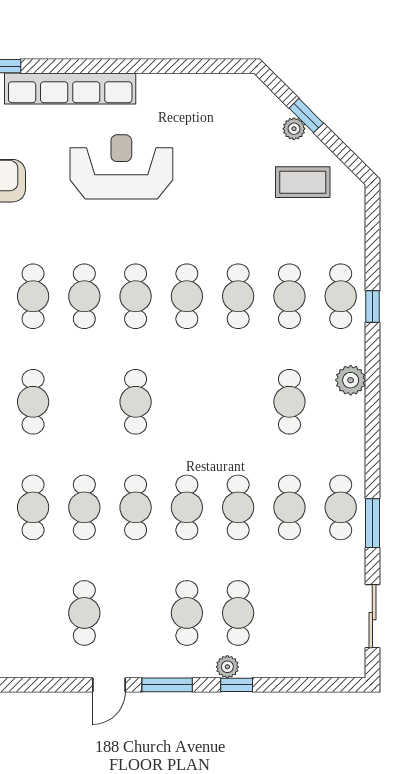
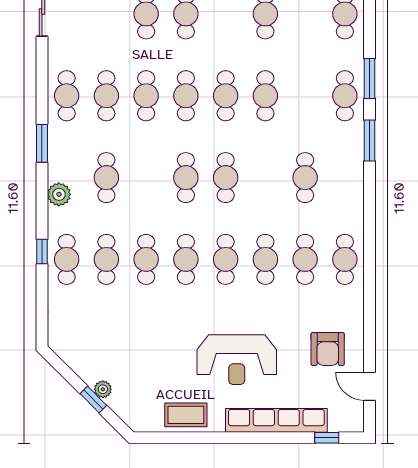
coffee table: (303, 182) -> (186, 415), moved
cafe table: (33, 507) -> (186, 178), moved
window: (372, 523) -> (42, 143), moved

